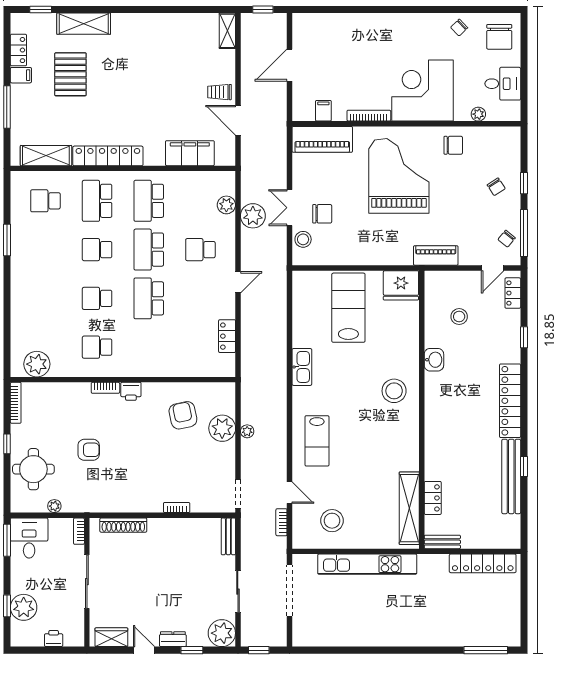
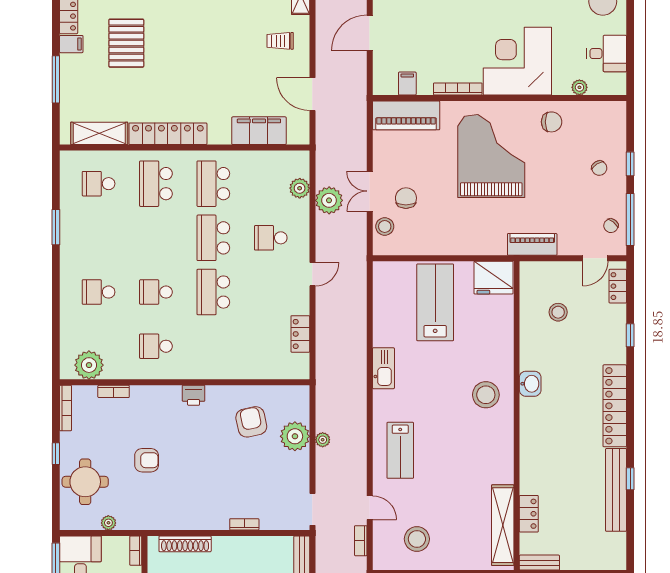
trolley: (220, 92) -> (280, 41), moved
chair: (322, 214) -> (406, 198), turned -90
school desk: (97, 250) -> (99, 292), moved
washbasin: (434, 360) -> (530, 384), moved
bookcase: (105, 388) -> (114, 391), moved

